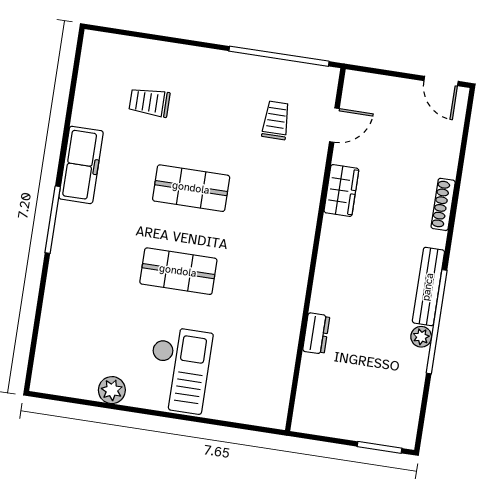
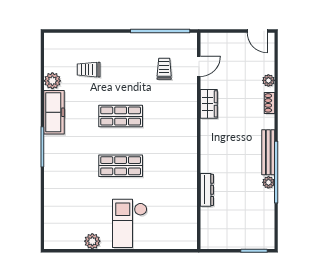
plant: (86, 112) -> (52, 81), added
plant: (447, 167) -> (268, 80), added
shoe rack: (443, 204) -> (269, 103), width x0.70
dresser: (316, 334) -> (207, 190), width x1.44
checkout: (179, 370) -> (130, 223), turned 180

